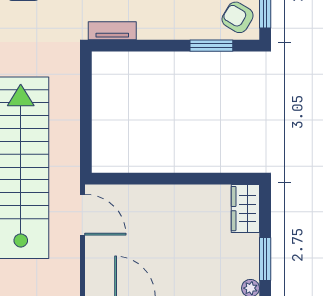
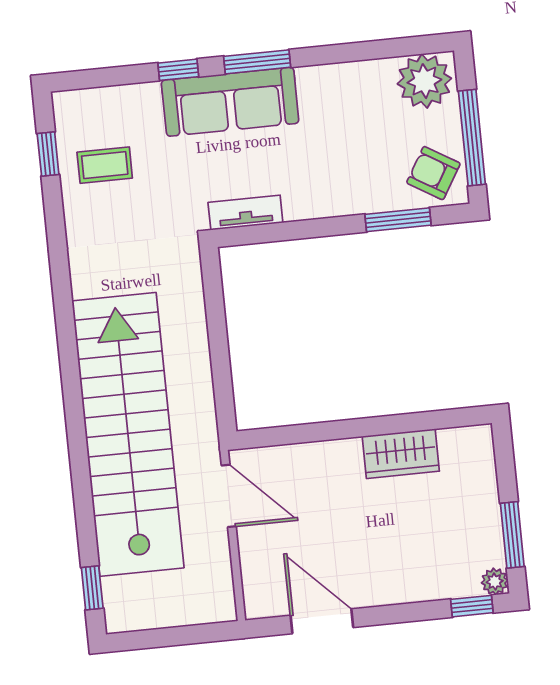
wardrobe: (245, 209) -> (401, 454), moved, turned -90

